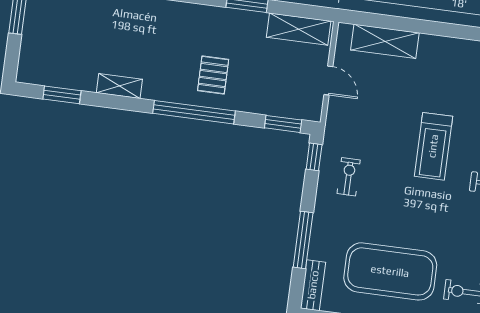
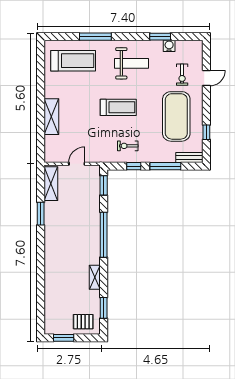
shelving: (385, 41) -> (51, 117), moved
pallet: (213, 75) -> (83, 322), moved
treadmill: (433, 146) -> (118, 107), moved
window: (314, 157) -> (134, 166), moved

